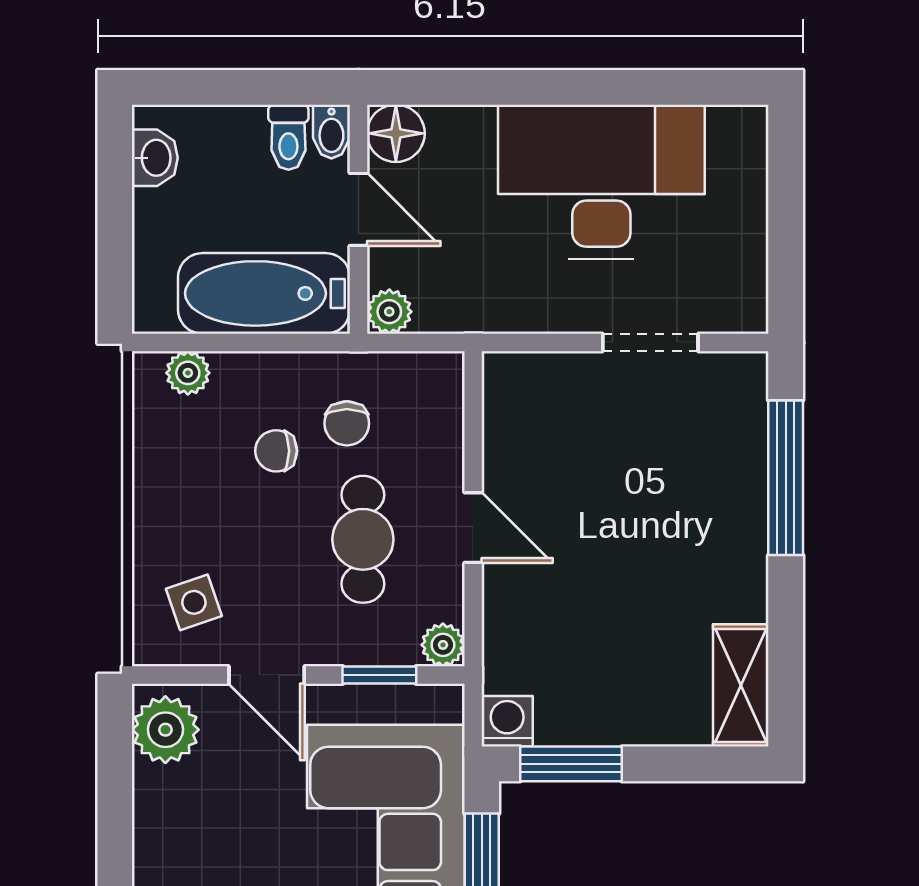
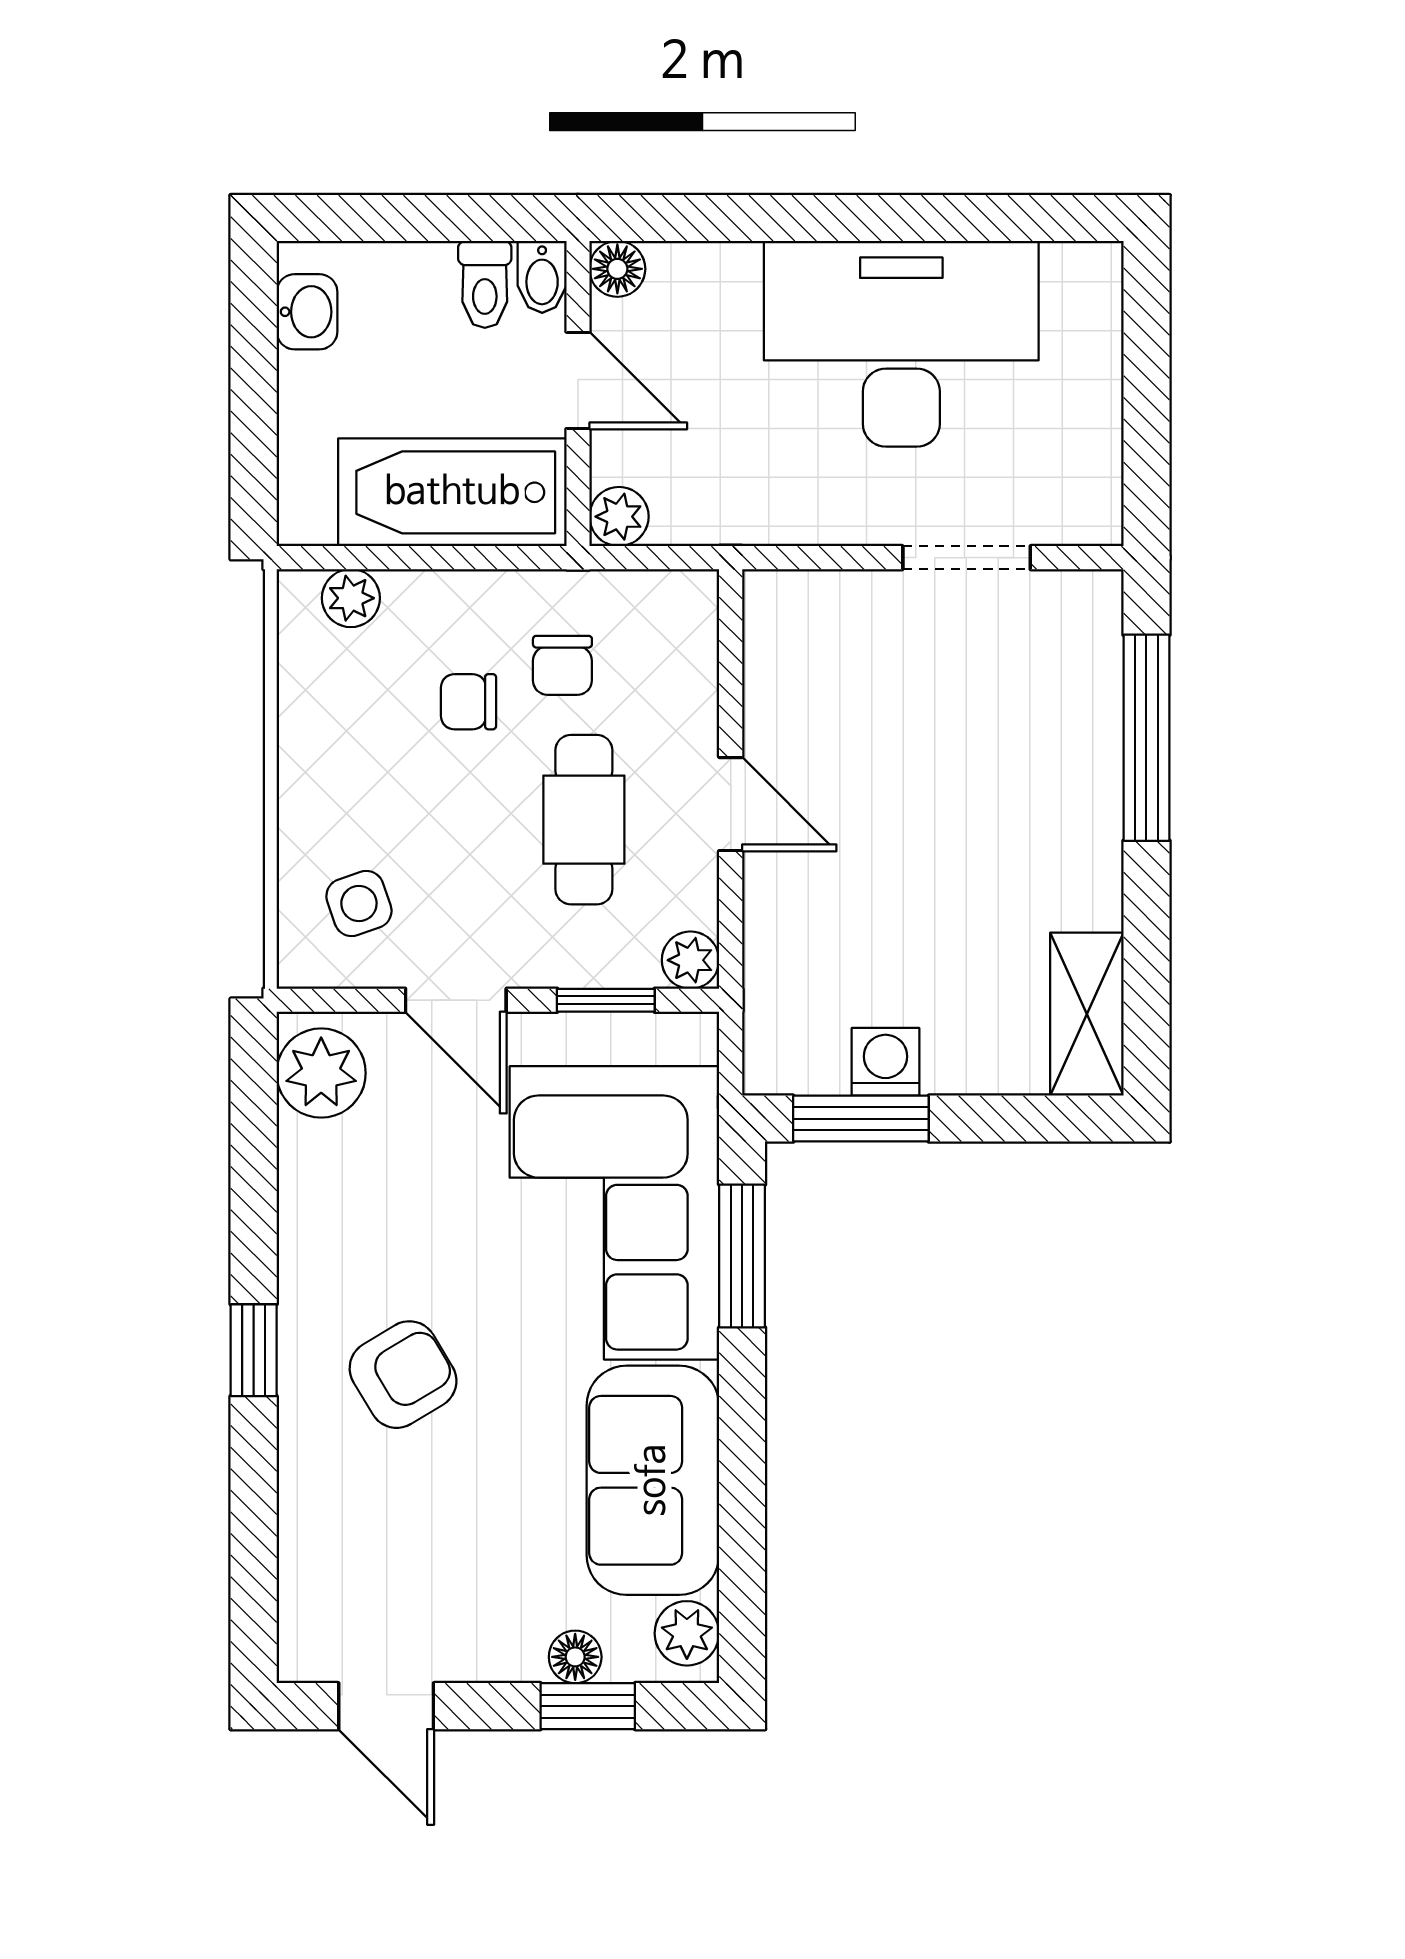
floor lamp: (396, 133) -> (617, 269), width x0.73, depth x0.73
washing machine: (507, 721) -> (885, 1062), moved

